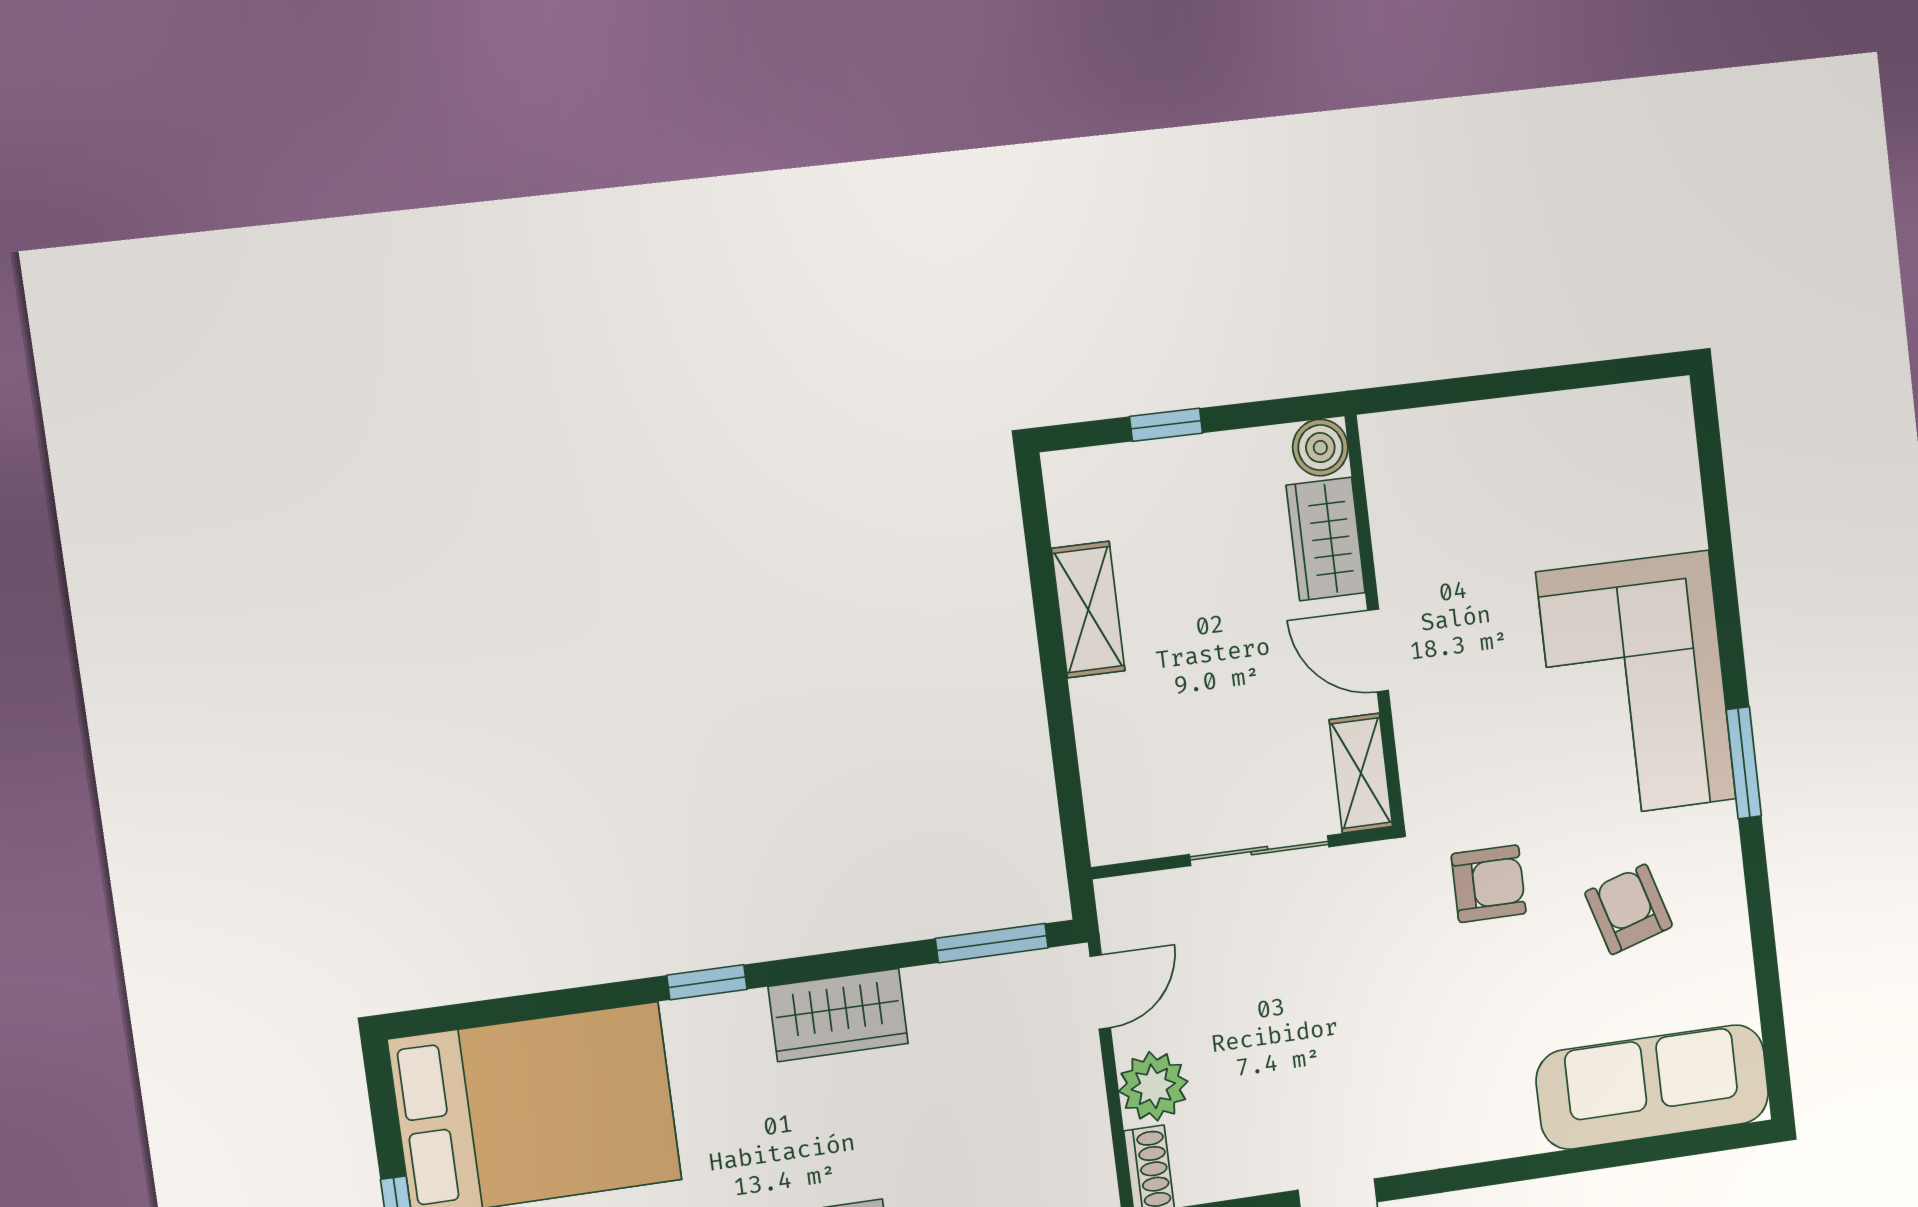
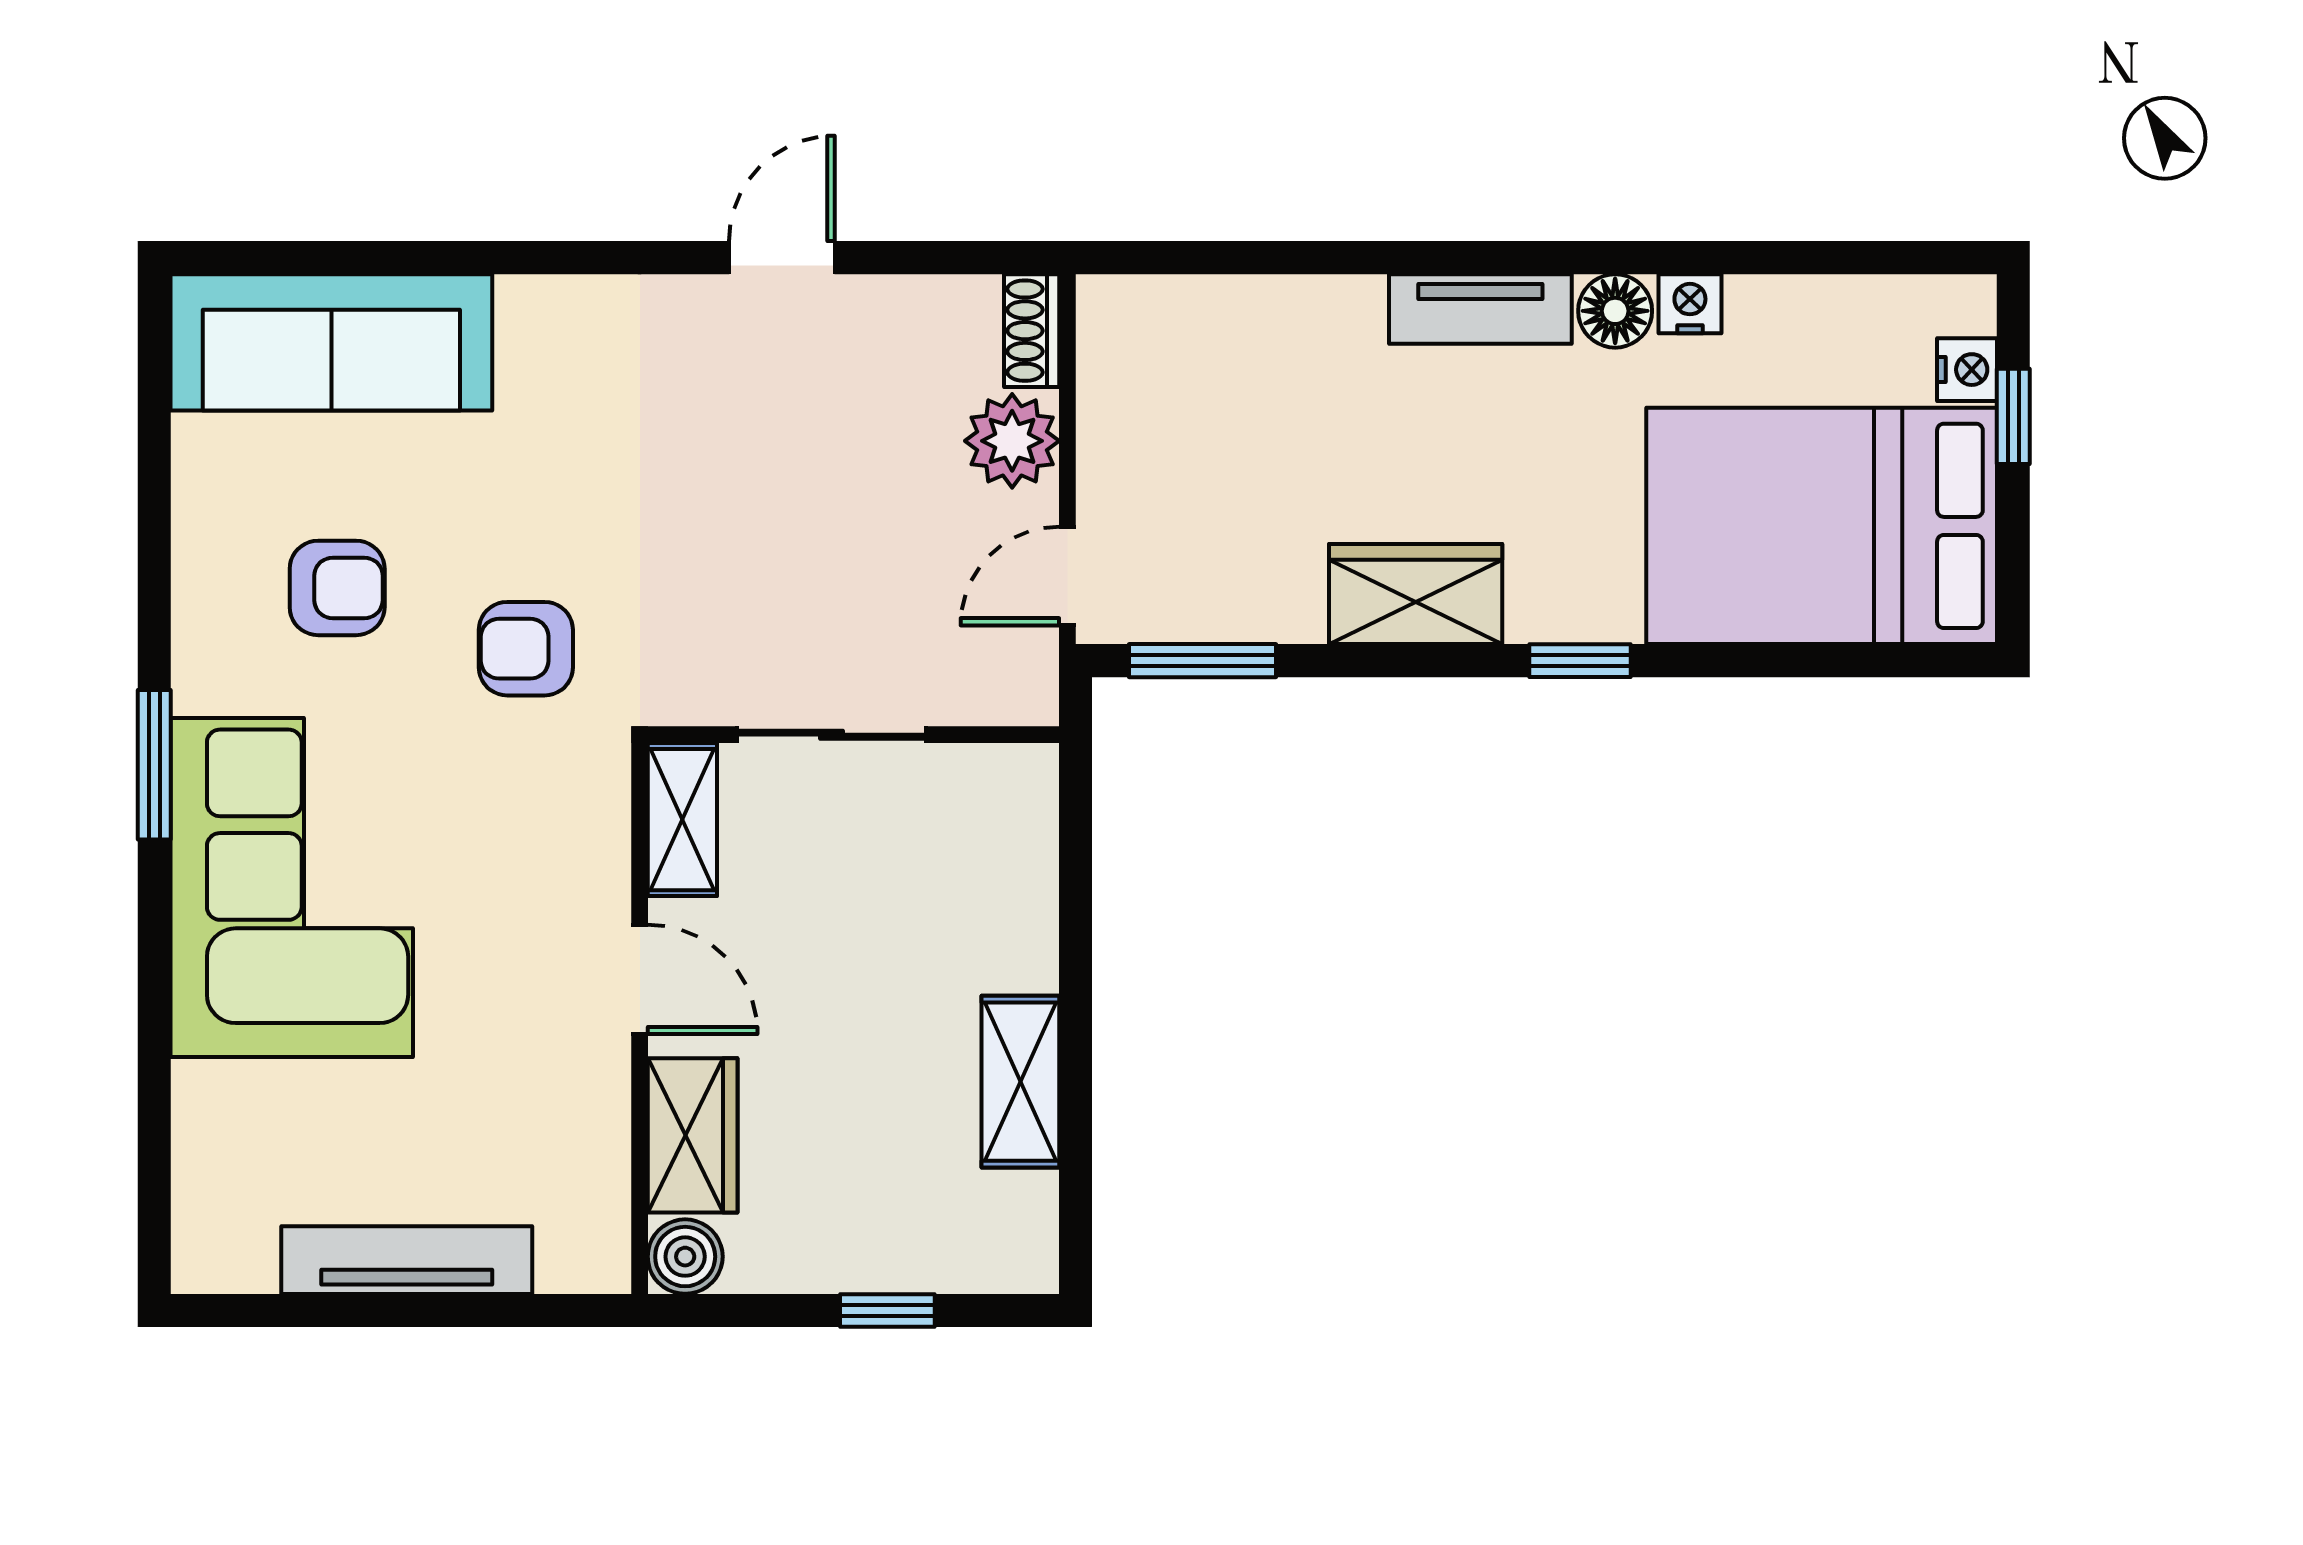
tv unit: (1523, 421) -> (407, 1260), added
armchair: (1629, 909) -> (337, 588), turned -73

